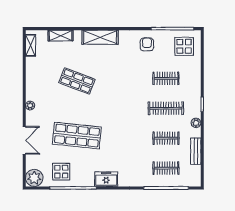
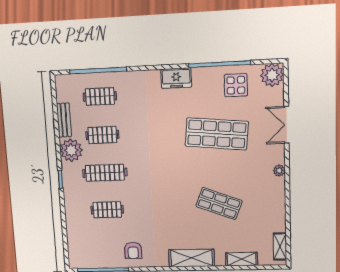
display table: (184, 46) -> (88, 249), removed
plant: (196, 123) -> (71, 150), width x1.87, depth x1.87

